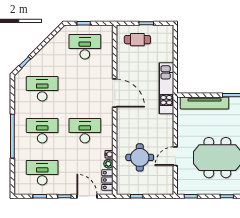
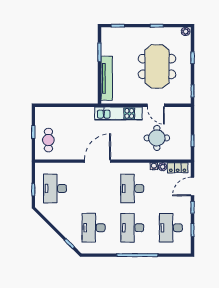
kitchen unit: (166, 88) -> (118, 113), moved

